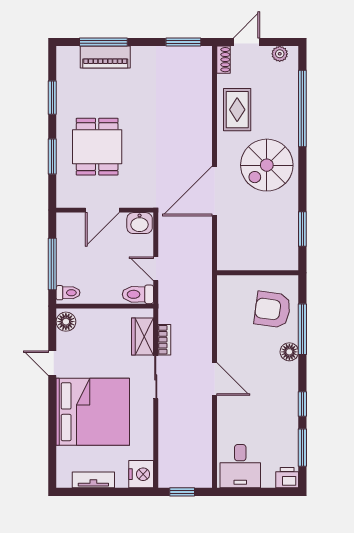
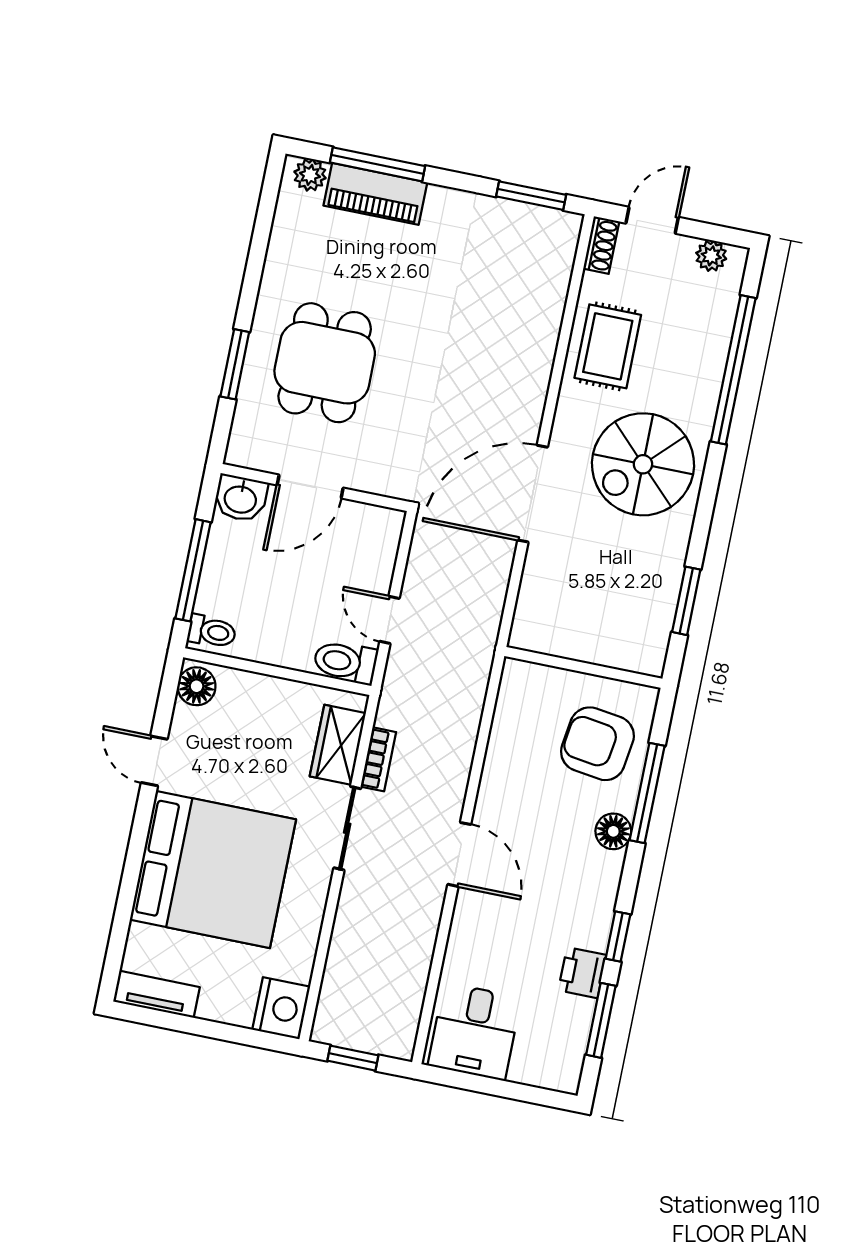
plant: (71, 54) -> (310, 175), added
window: (52, 98) -> (258, 251), removed
washbasin: (140, 223) -> (241, 498), moved
printer: (287, 478) -> (582, 973), moved, turned -90
tv unit: (93, 480) -> (156, 994), moved

